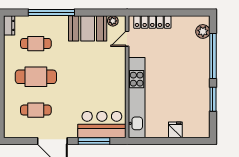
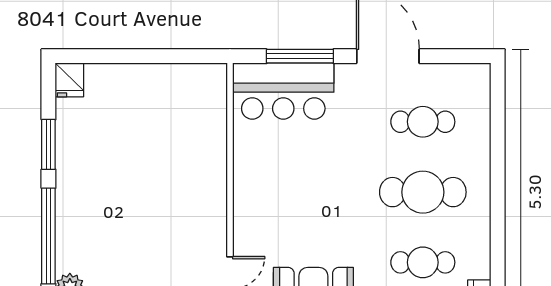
kitchen unit: (137, 98) -> (210, 148), removed
fridge: (175, 130) -> (69, 80), moved

